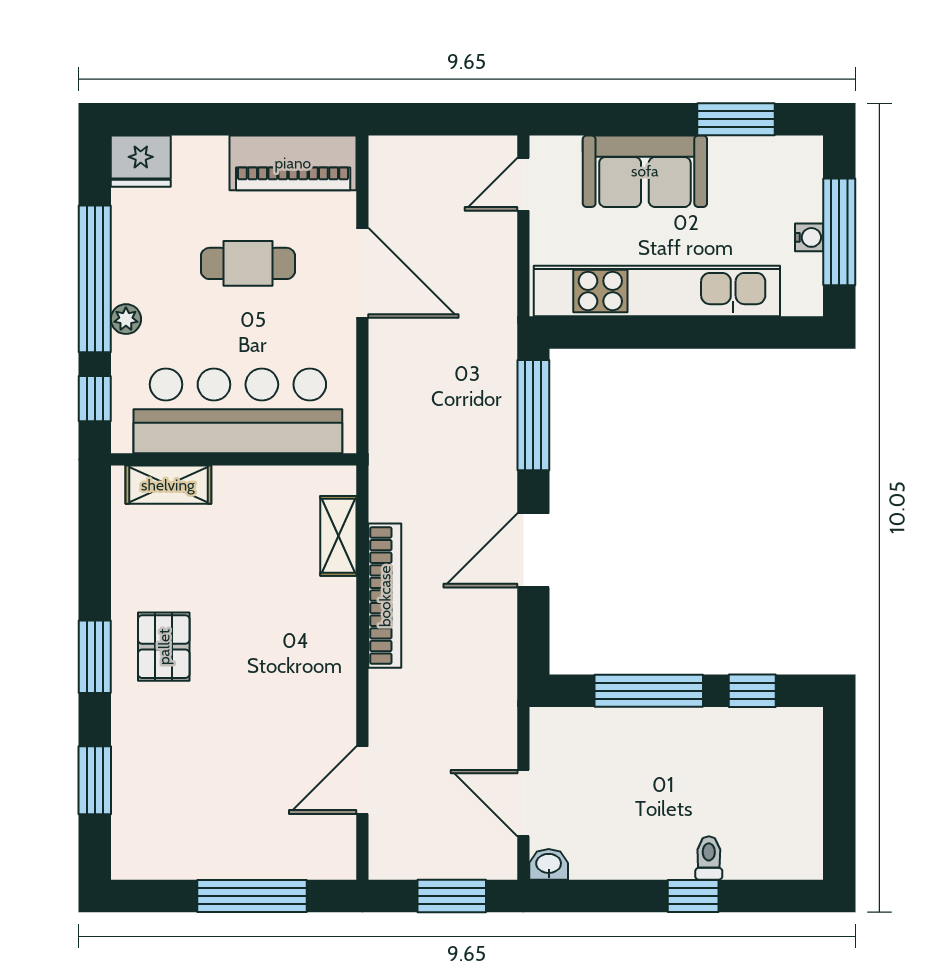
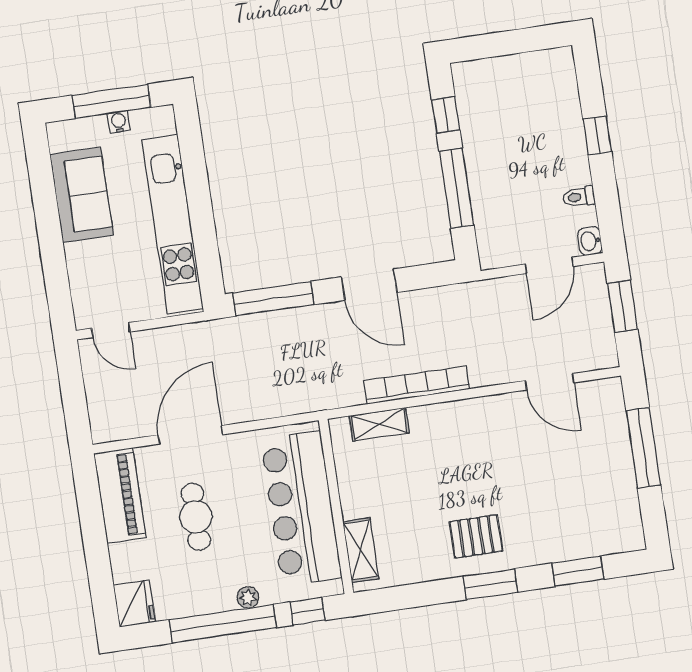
window: (736, 119) -> (43, 186), removed
sofa: (645, 171) -> (81, 195), moved
toilet: (709, 858) -> (579, 197), moved

